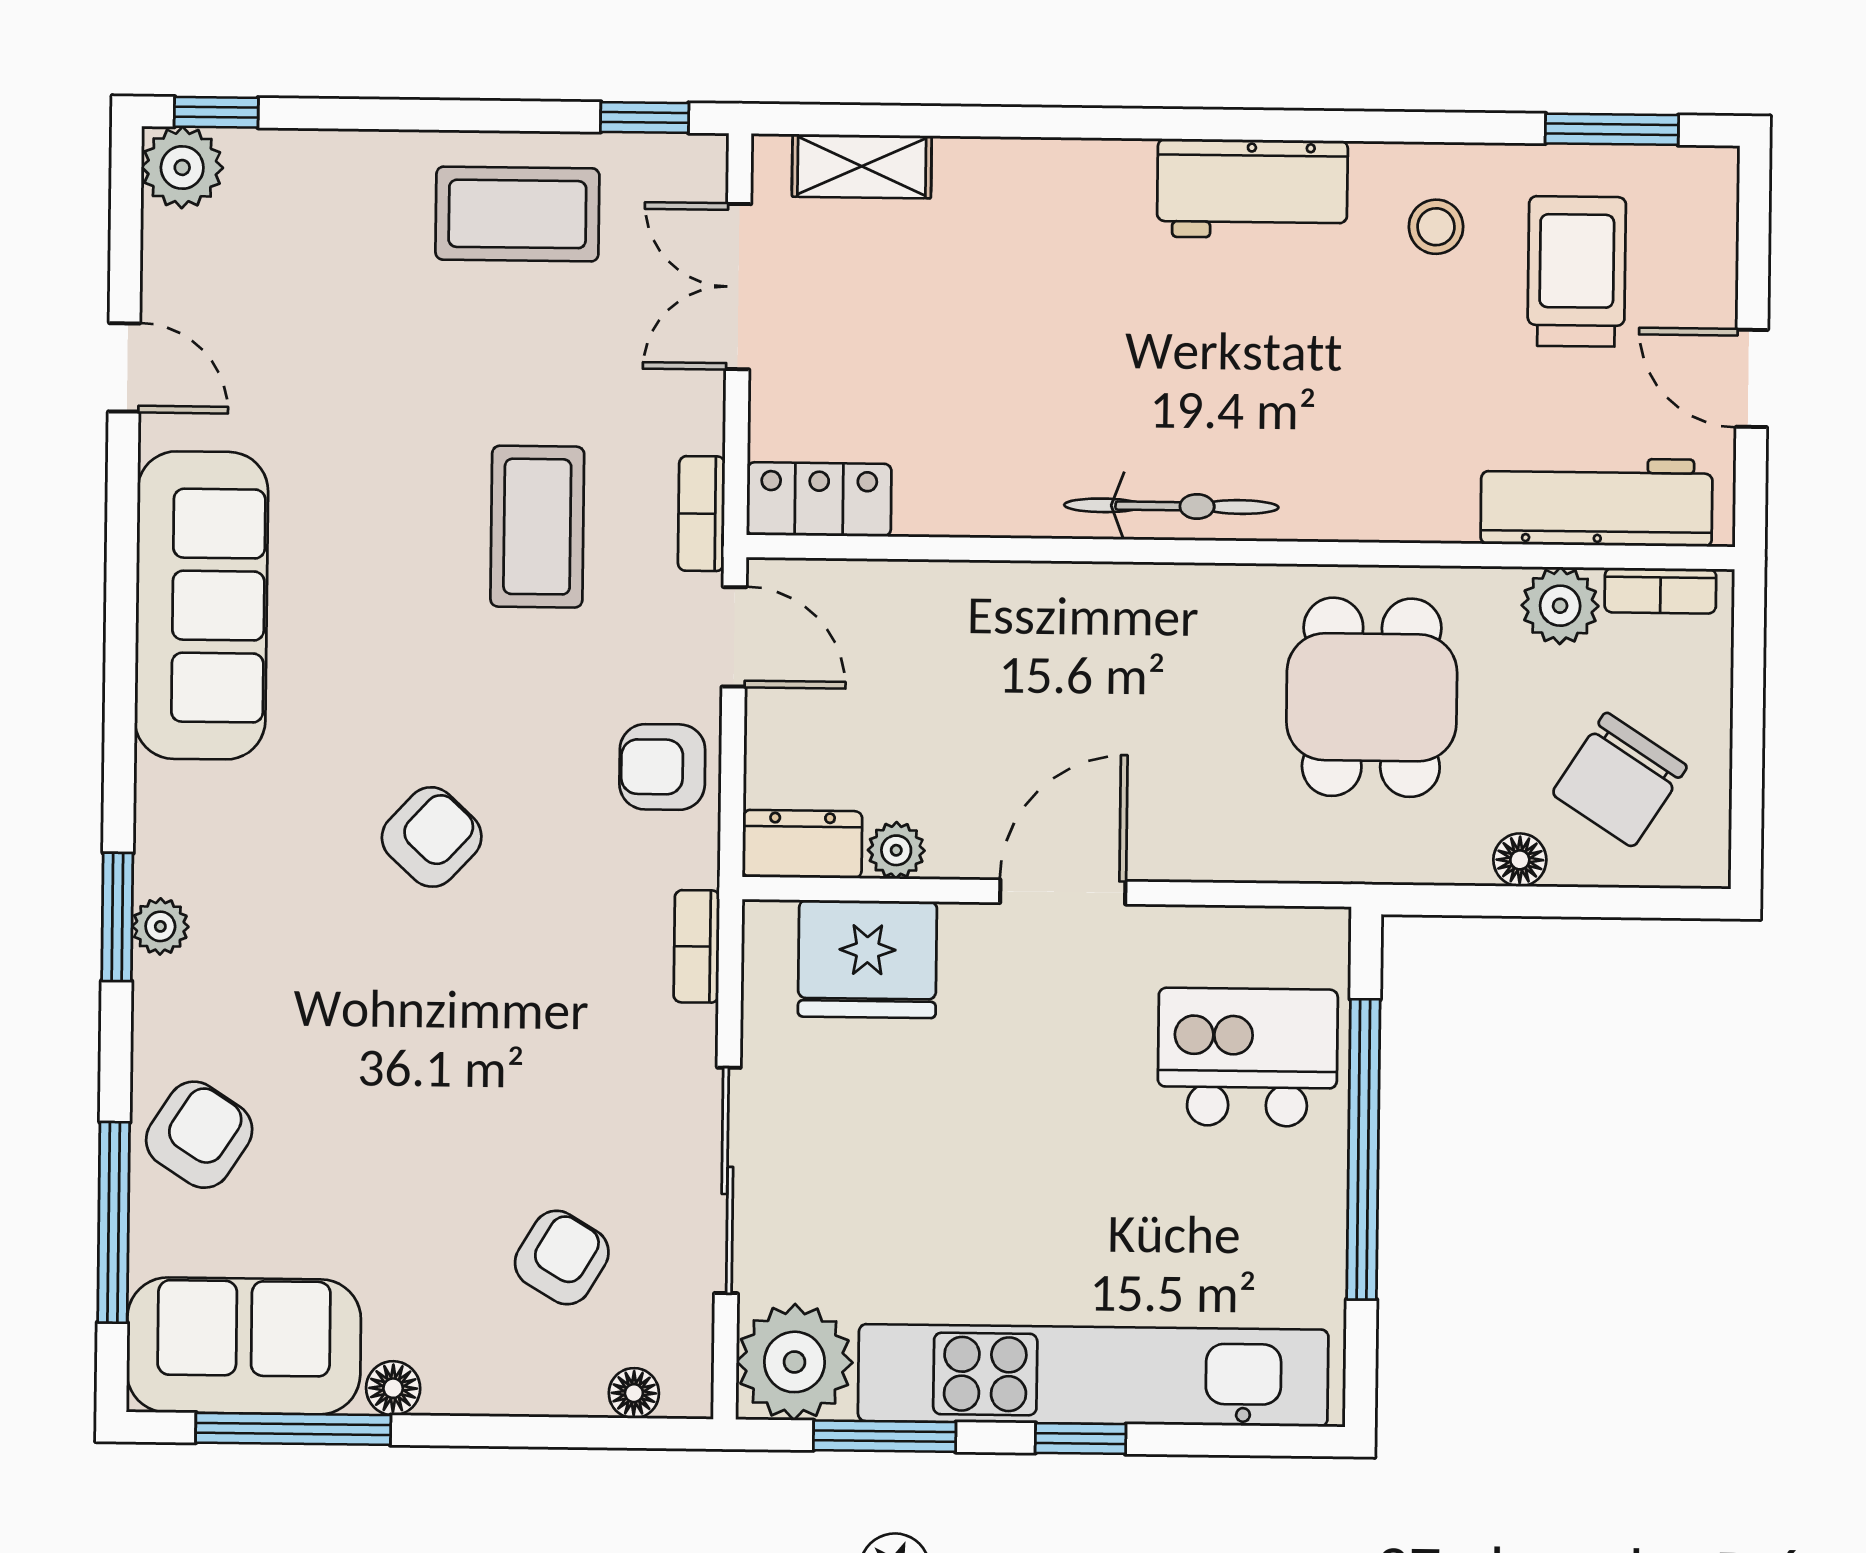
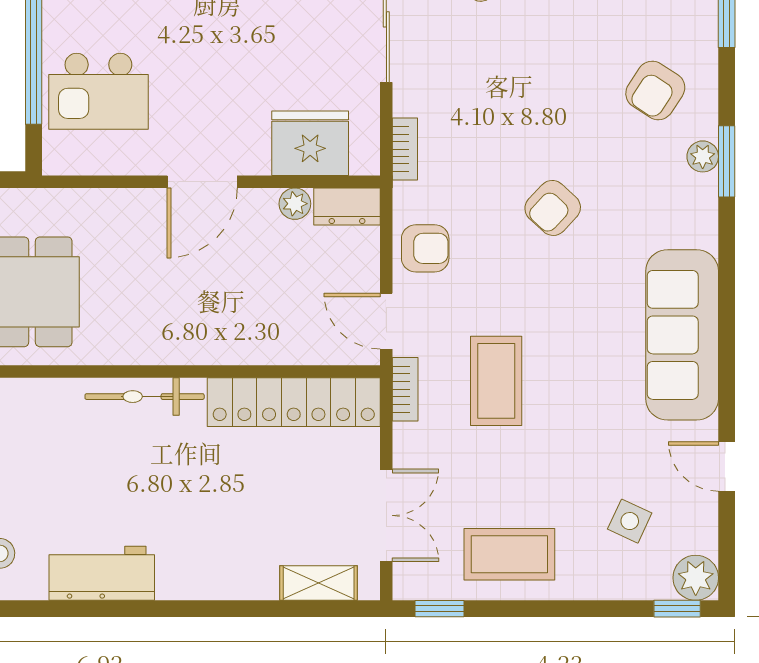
side table: (300, 271) -> (630, 521), added
locker: (819, 499) -> (294, 402), width x2.16, depth x1.21
armchair: (199, 1135) -> (655, 90), moved

